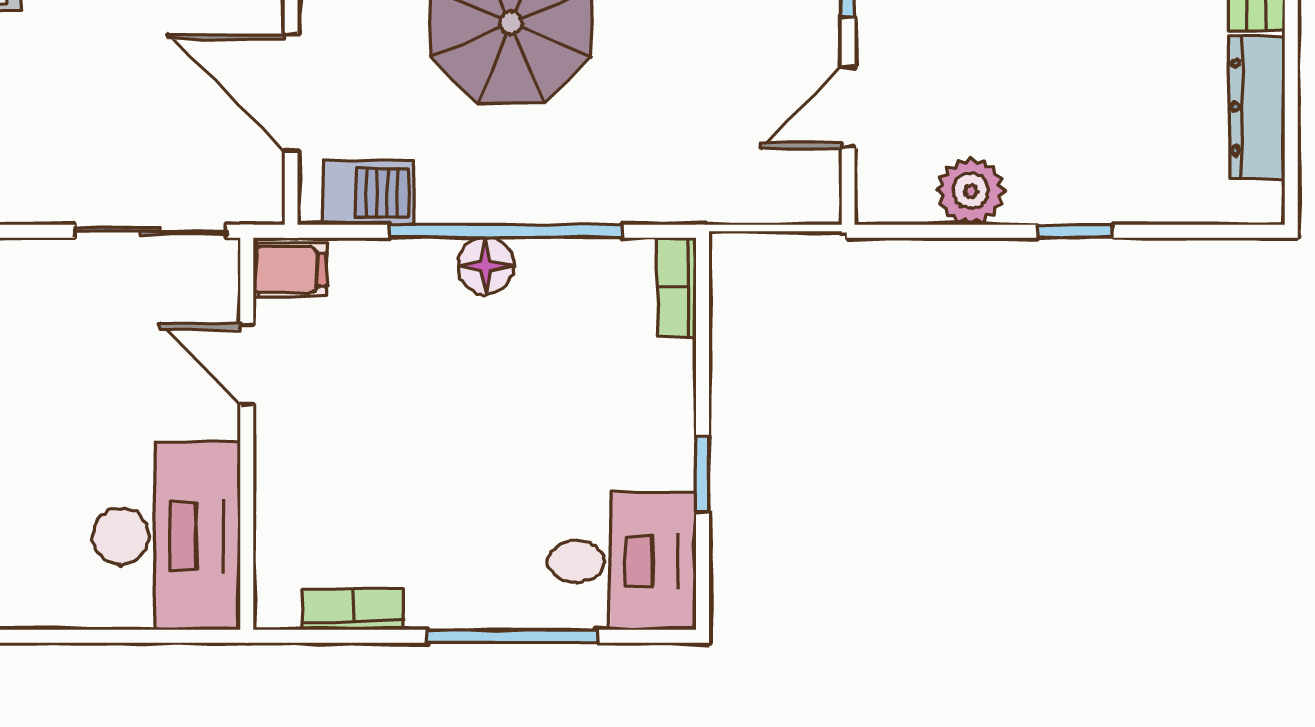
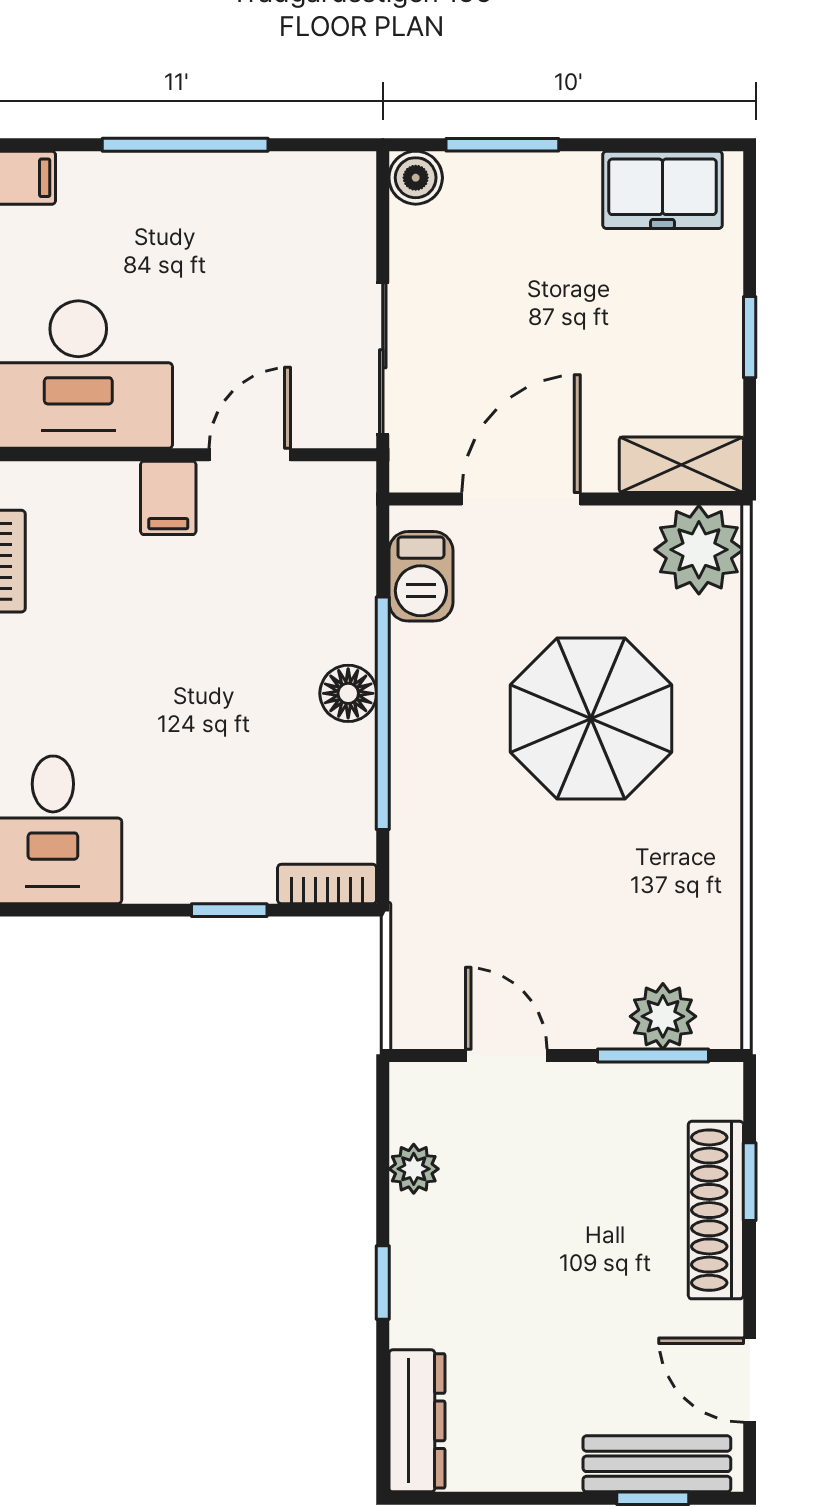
dresser: (1257, 107) -> (417, 1421), moved, turned 90
plant: (971, 191) -> (414, 1169), width x0.73, depth x0.73
filing cabinet: (290, 270) -> (168, 498), moved
window: (703, 475) -> (229, 910), moved

